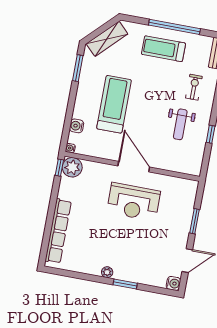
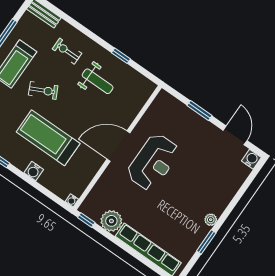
exercise bike: (152, 82) -> (43, 90), added
water cooler: (77, 126) -> (34, 171), moved
plant: (72, 167) -> (111, 221), moved
window: (125, 284) -> (206, 242), moved

